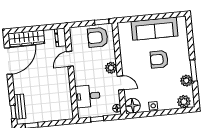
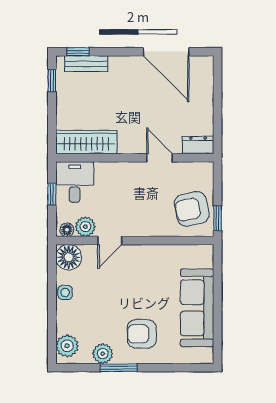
armchair: (98, 37) -> (192, 209), turned -102
wardrobe: (26, 38) -> (86, 142), moved, turned 90
armchair: (159, 59) -> (142, 334), moved, turned -90
plant: (111, 68) -> (85, 227), moved
desk: (88, 96) -> (75, 182), moved

